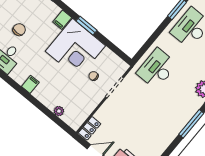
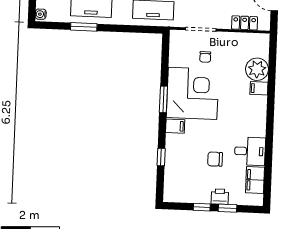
filing cabinet: (30, 84) -> (259, 88), moved
plant: (59, 111) -> (257, 69), width x1.88, depth x1.88
locker: (90, 128) -> (245, 23), moved

